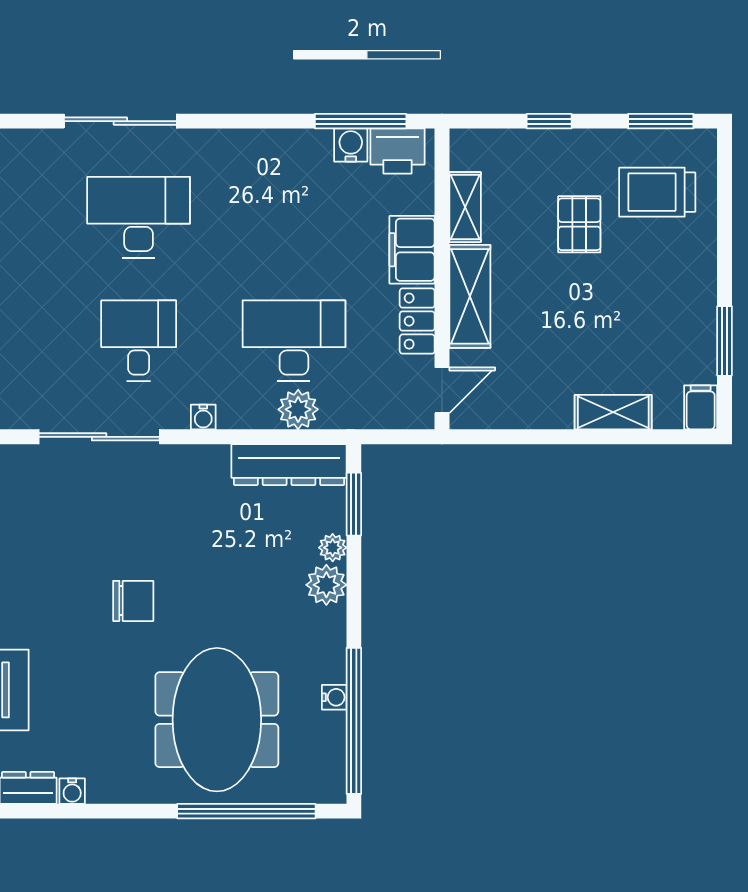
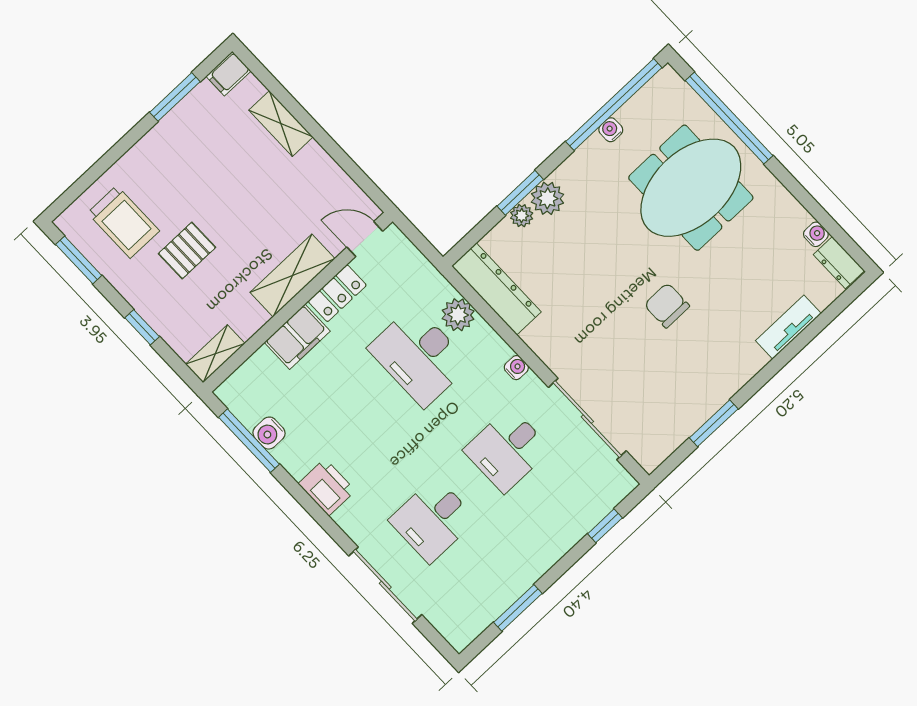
printer: (398, 151) -> (327, 487), moved
shelving: (465, 207) -> (215, 354), moved
desk: (139, 217) -> (433, 520), width x0.73
window: (354, 504) -> (520, 193), moved

